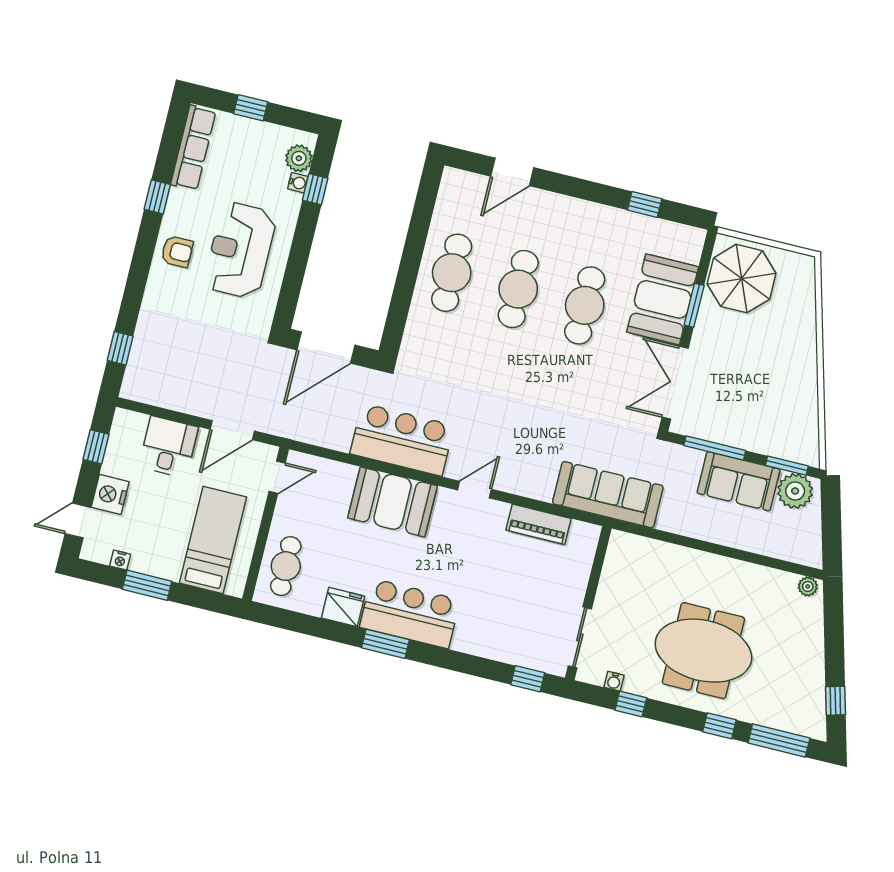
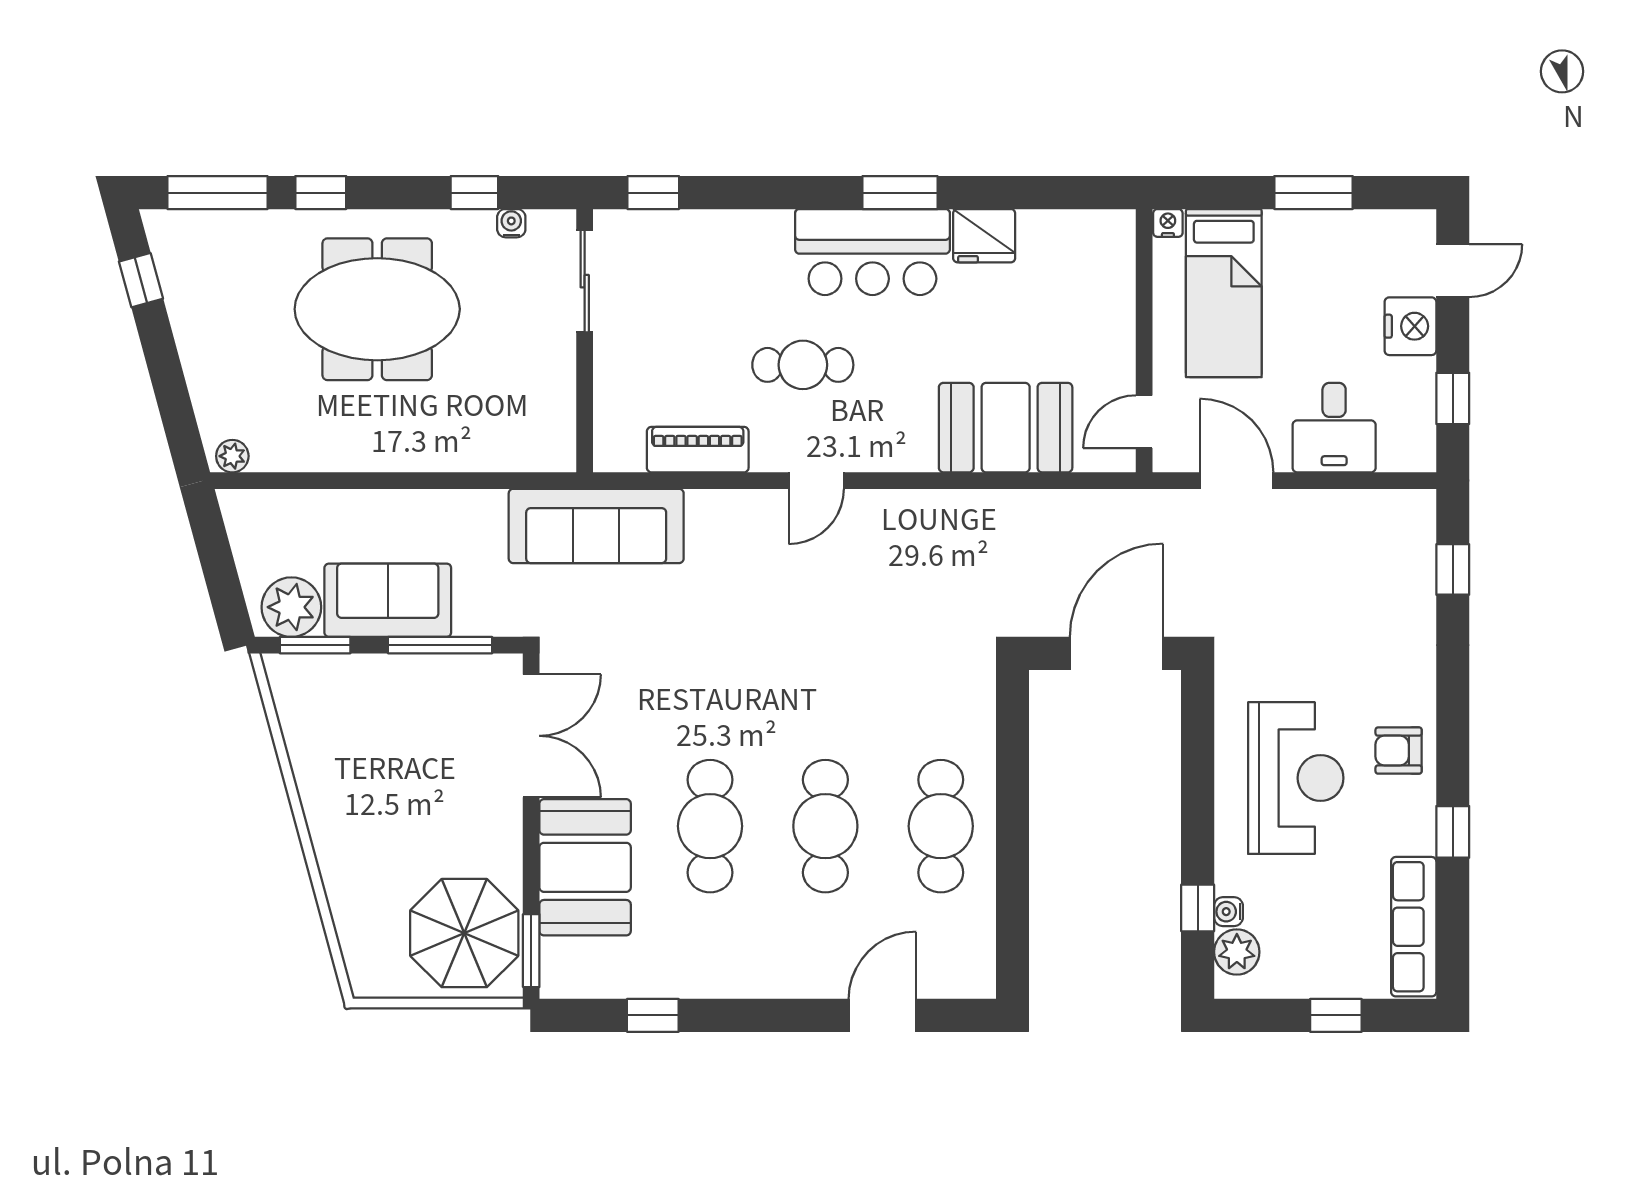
window: (694, 305) -> (531, 951), moved
door: (232, 430) -> (1237, 481), hinge flipped
bar counter: (402, 440) -> (955, 533), removed
booth: (392, 502) -> (1006, 428), moved
nightstand: (120, 560) -> (1168, 223), moved
cafe table: (286, 566) -> (803, 365), moved, turned 90

